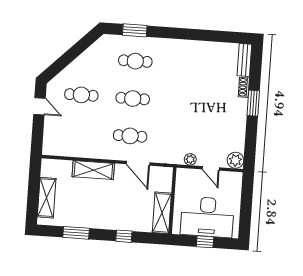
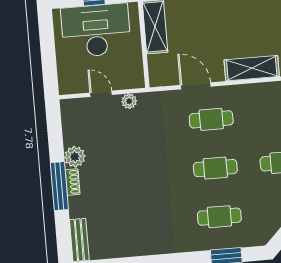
shoe rack: (244, 87) -> (73, 182), moved
window: (253, 103) -> (59, 186), width x1.44
plant: (235, 160) -> (75, 157), moved

